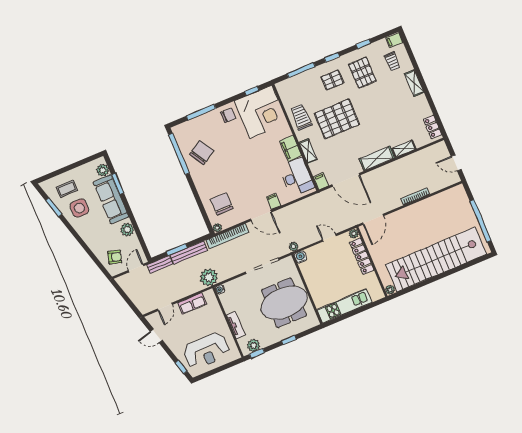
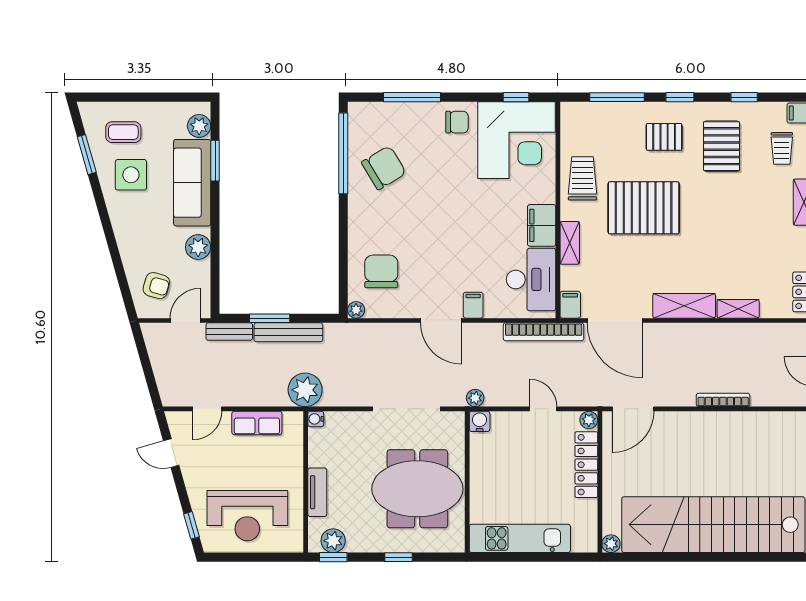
bookcase: (228, 236) -> (544, 332), moved

